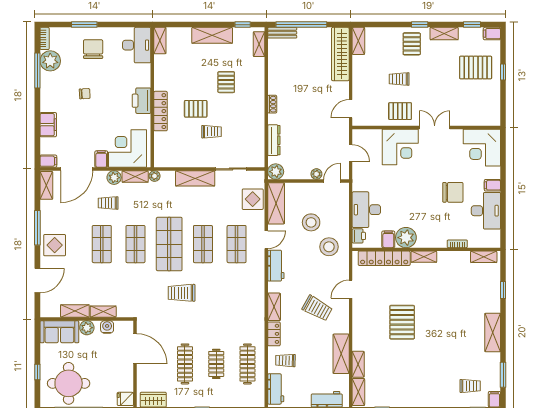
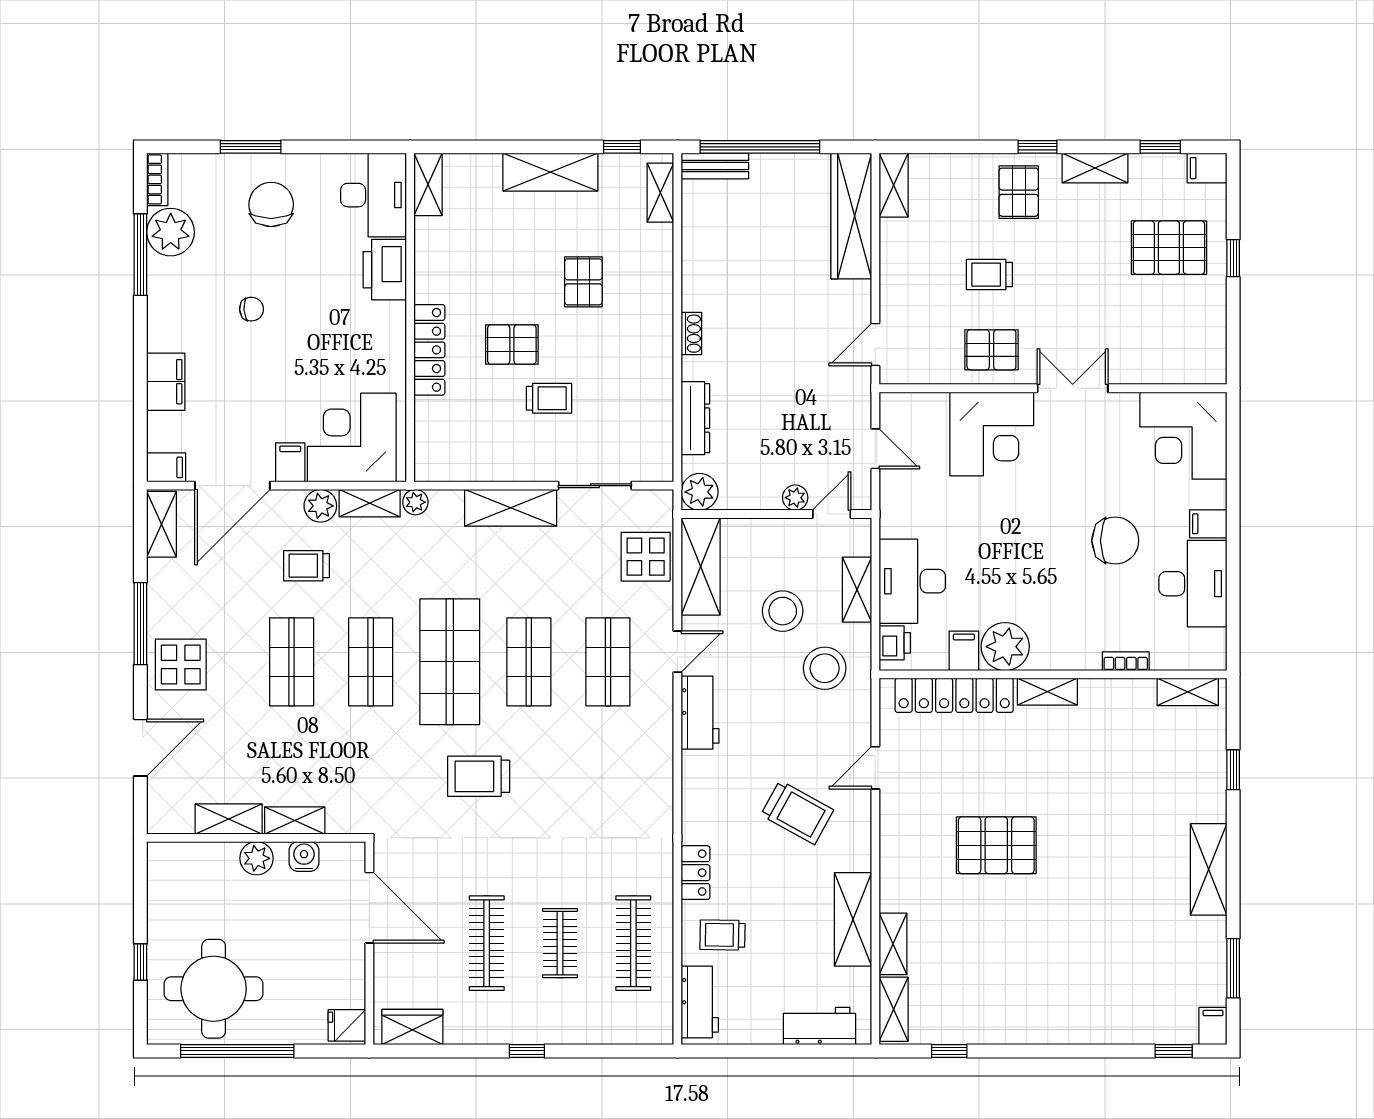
printer: (141, 101) -> (385, 270), moved
shelving: (274, 307) -> (857, 590), moved
pallet: (402, 322) -> (996, 845), turned 90
sofa: (59, 332) -> (192, 868), removed
trolley: (470, 386) -> (1156, 995), removed

